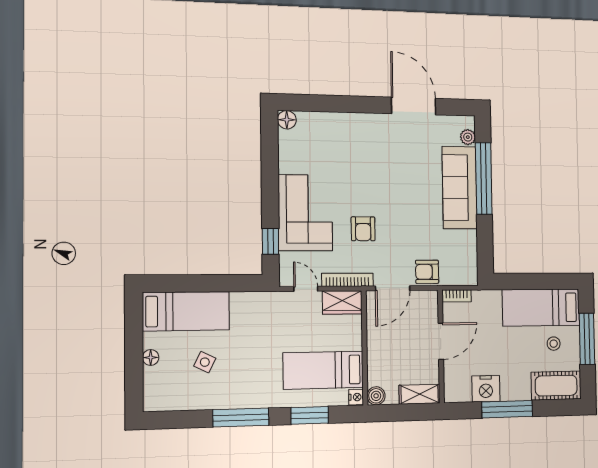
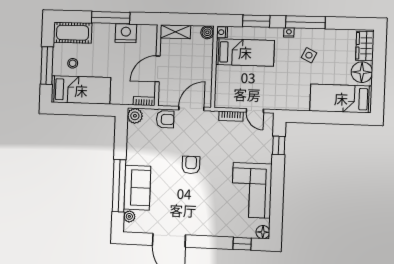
window: (314, 103) -> (242, 244), added
sofa: (460, 188) -> (137, 188), width x0.73
corner sofa: (305, 213) -> (252, 190), moved
armchair: (363, 229) -> (191, 165), moved
plant: (468, 275) -> (135, 116), added
bookcase: (347, 280) -> (231, 116), width x0.64
wardrobe: (342, 302) -> (365, 46), moved, turned -90
floor lamp: (151, 357) -> (362, 72), width x1.89, depth x1.89
side table: (205, 362) -> (309, 55), moved
nightstand: (263, 402) -> (289, 33), added

